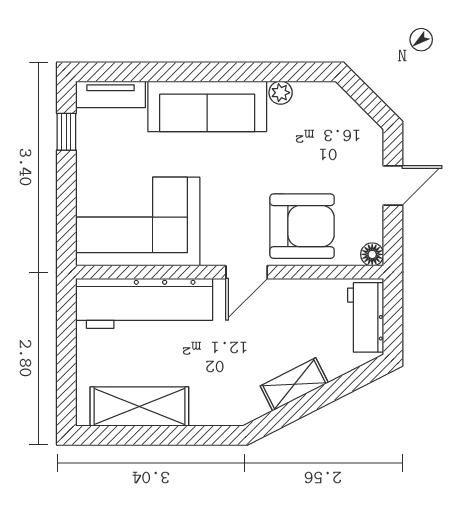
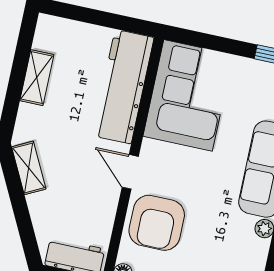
shelving: (294, 384) -> (29, 168), moved
shelving: (139, 407) -> (37, 78), width x0.67, depth x0.75

